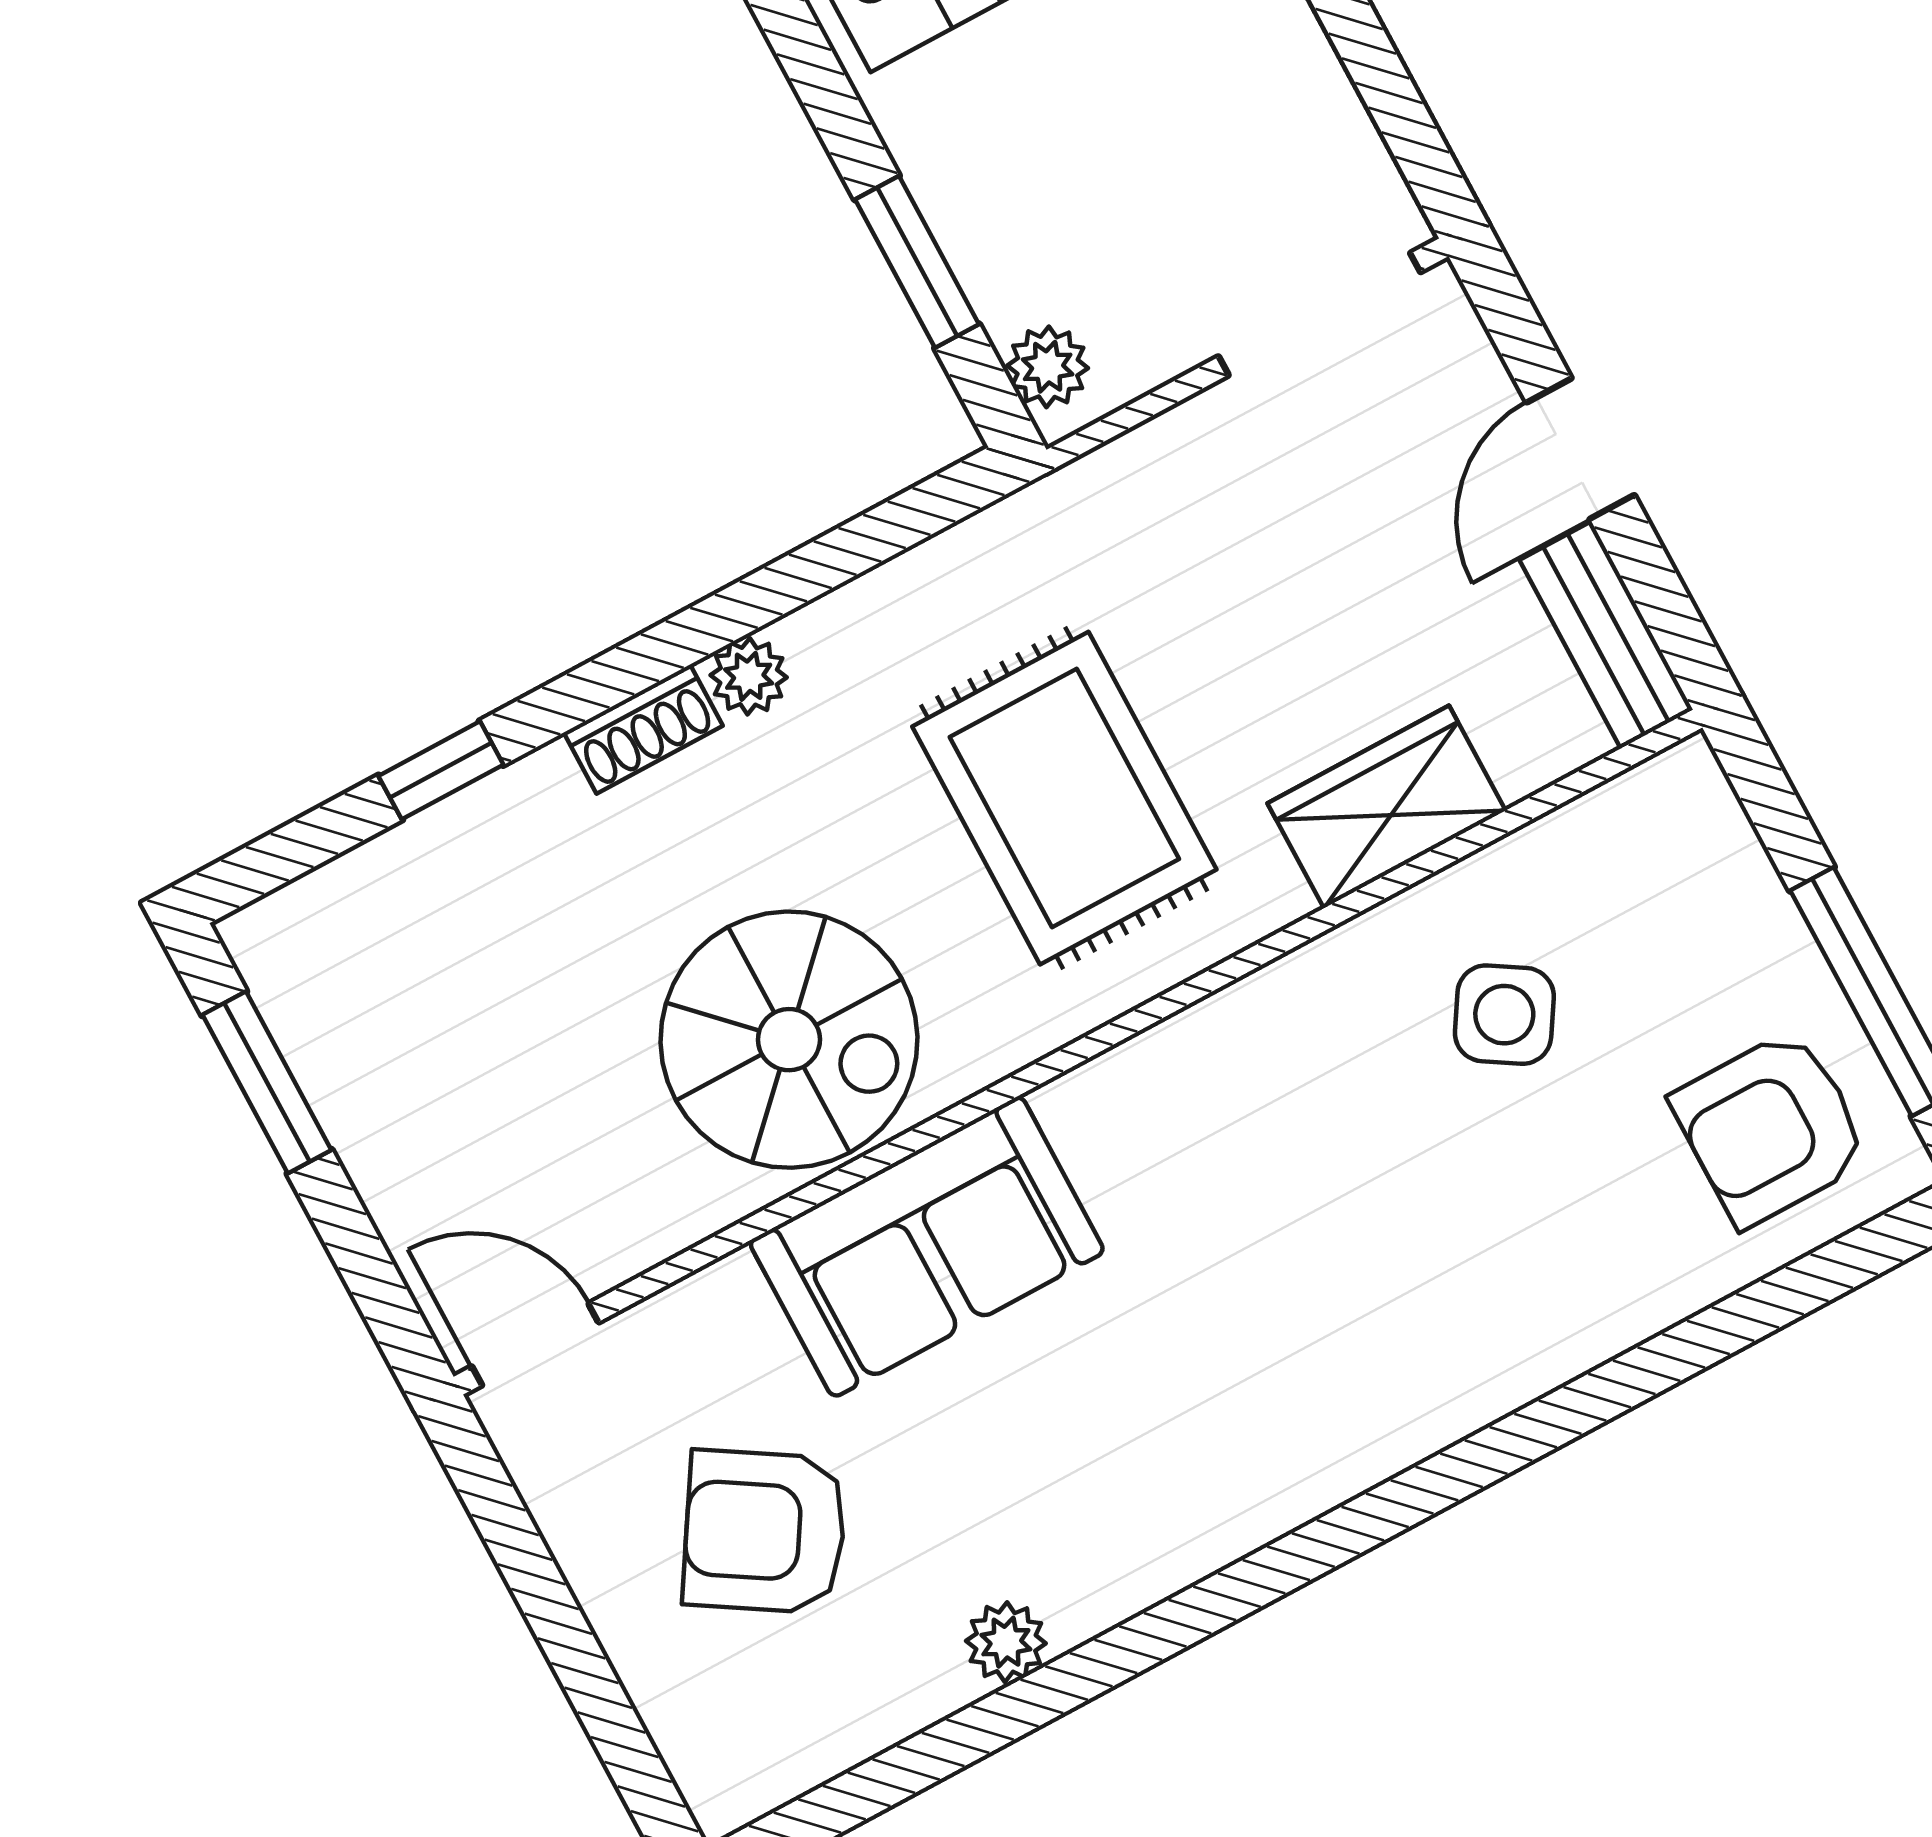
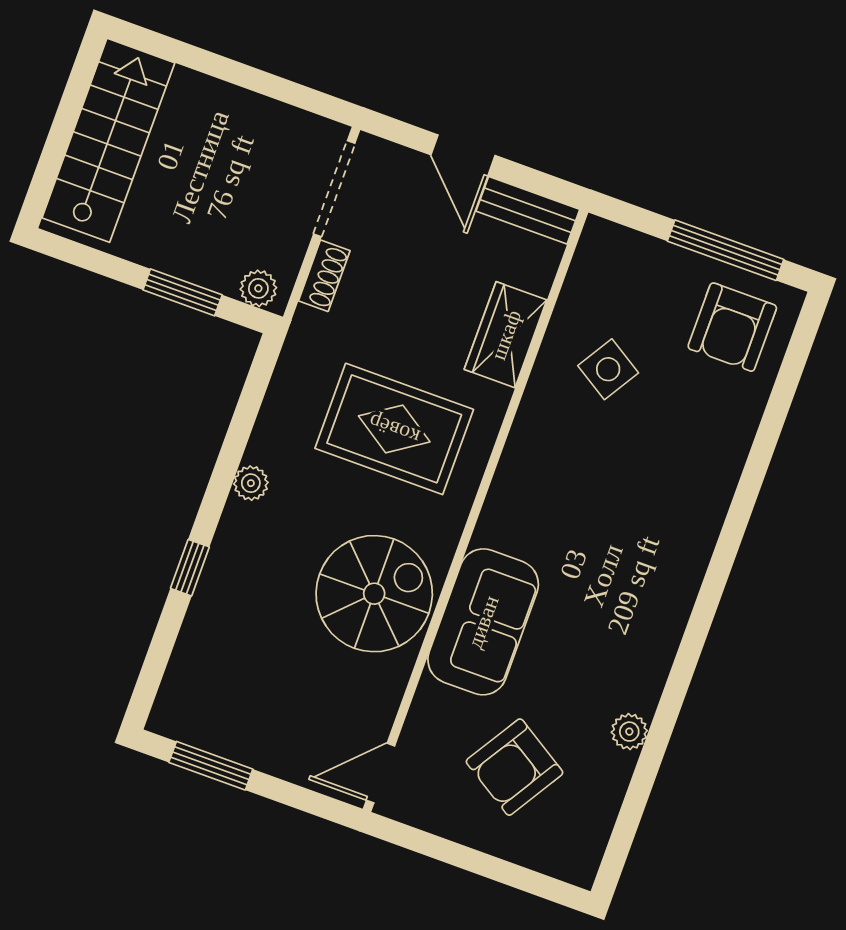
shoe rack: (643, 729) -> (324, 276), moved
window: (441, 770) -> (190, 568), moved

